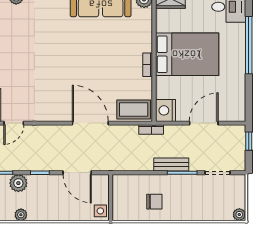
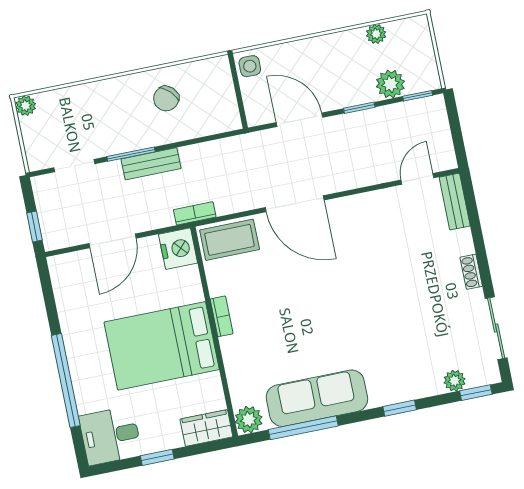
chair: (154, 202) -> (166, 99), turned -45

